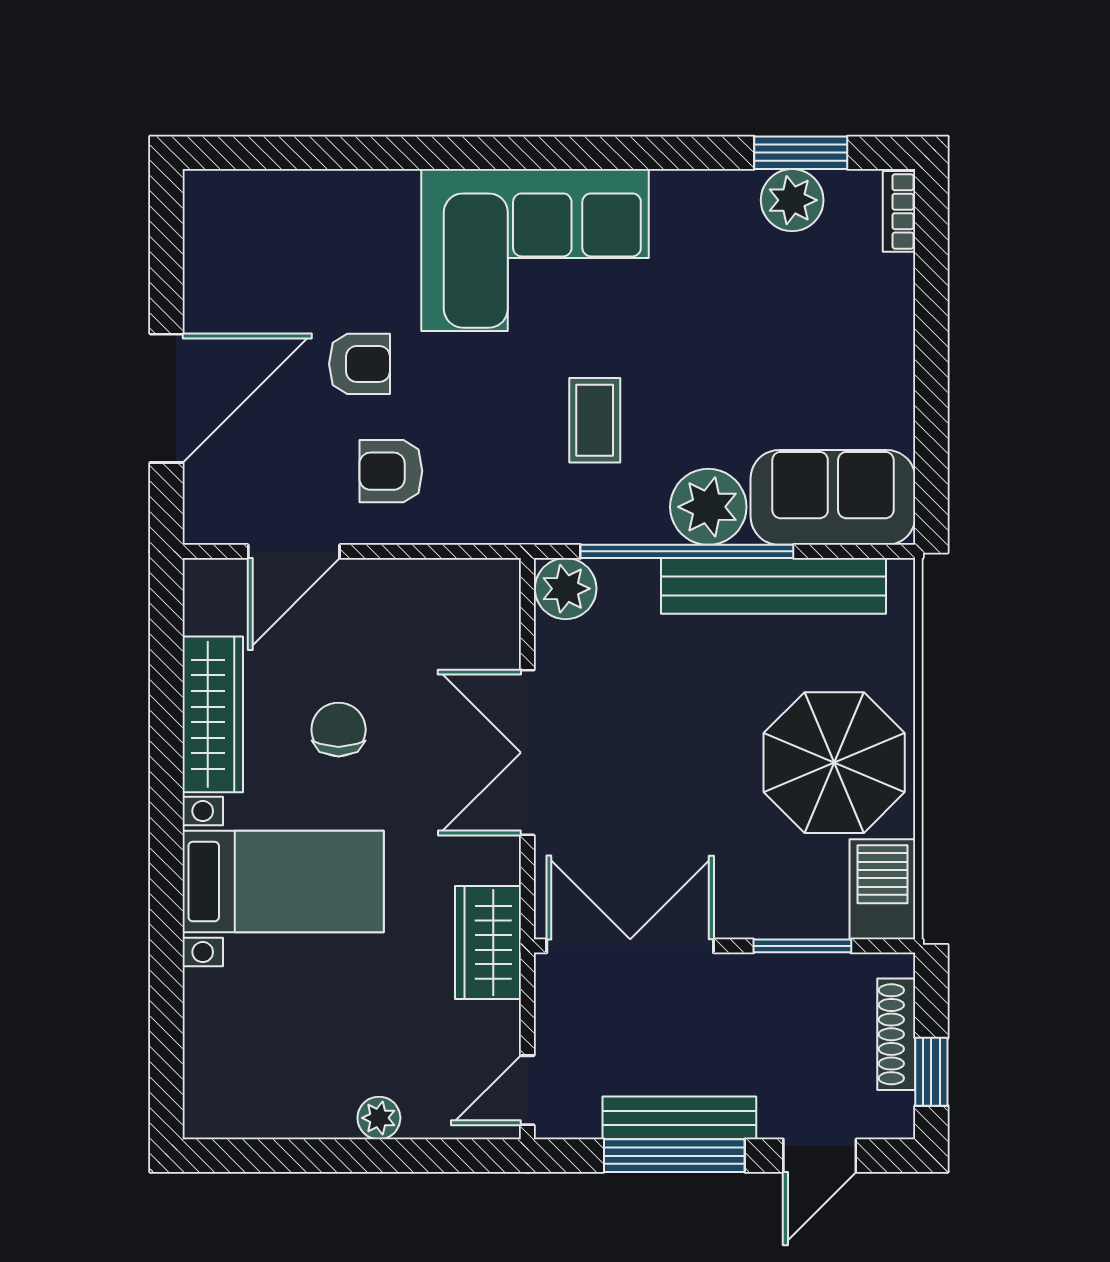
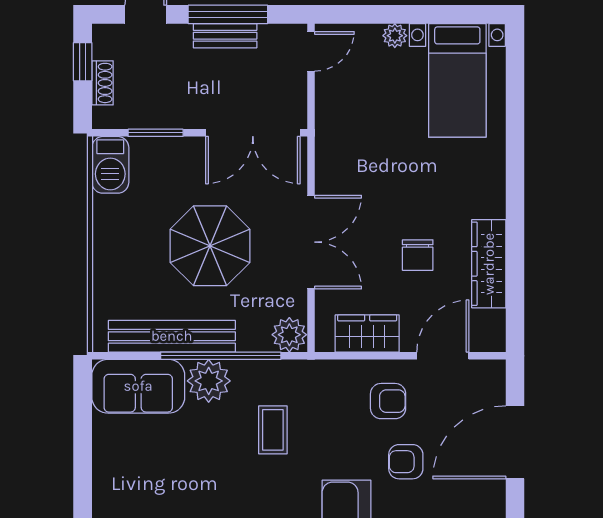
parasol: (834, 763) -> (210, 246), moved
bed with nightstands: (283, 882) -> (457, 80), moved, turned -90
wardrobe: (488, 943) -> (367, 333), moved, turned -90
shoe rack: (896, 1034) -> (102, 83), width x0.70
bench: (679, 1118) -> (225, 36), width x0.73

